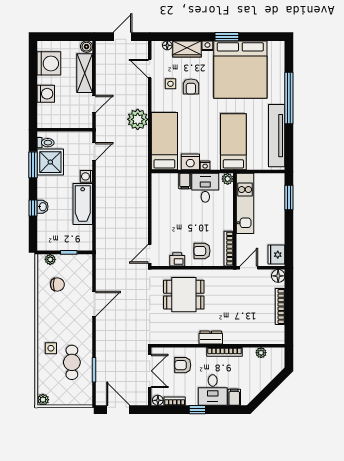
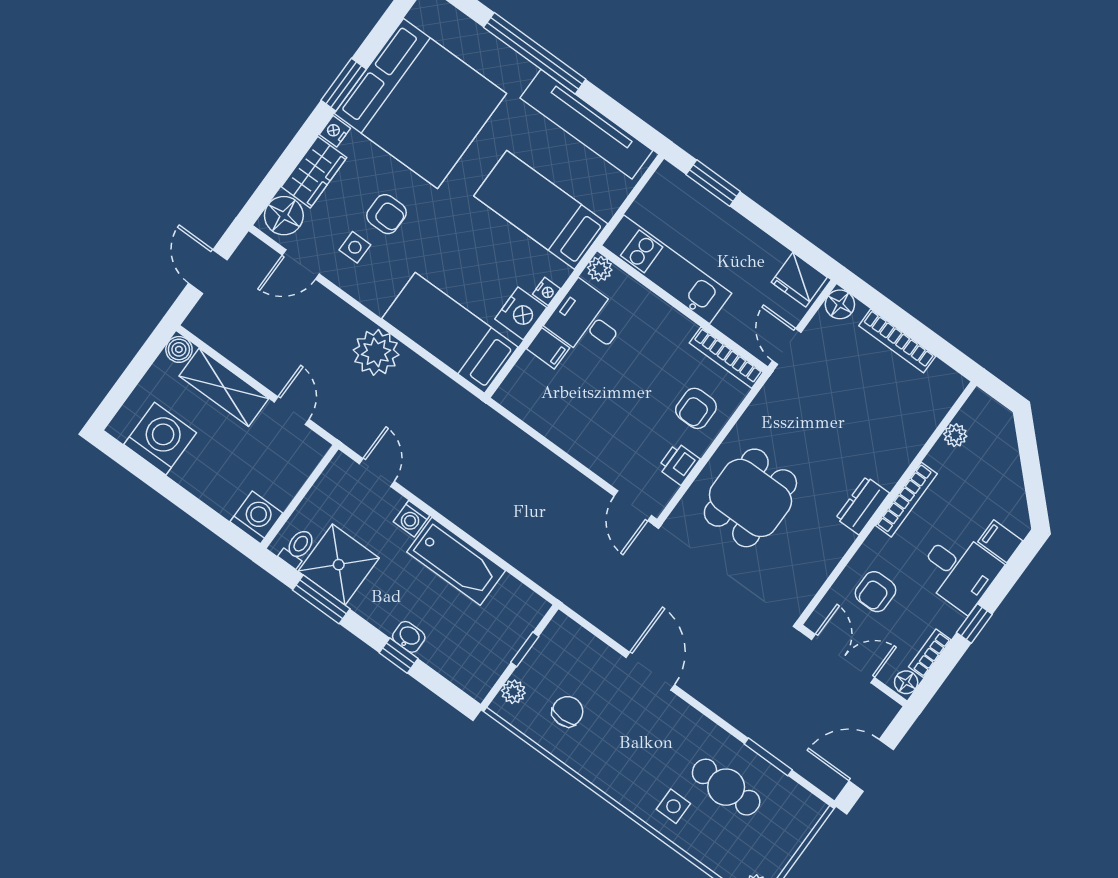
floor lamp: (167, 45) -> (284, 216), width x1.89, depth x1.89
washing machine: (46, 94) -> (256, 517), moved

